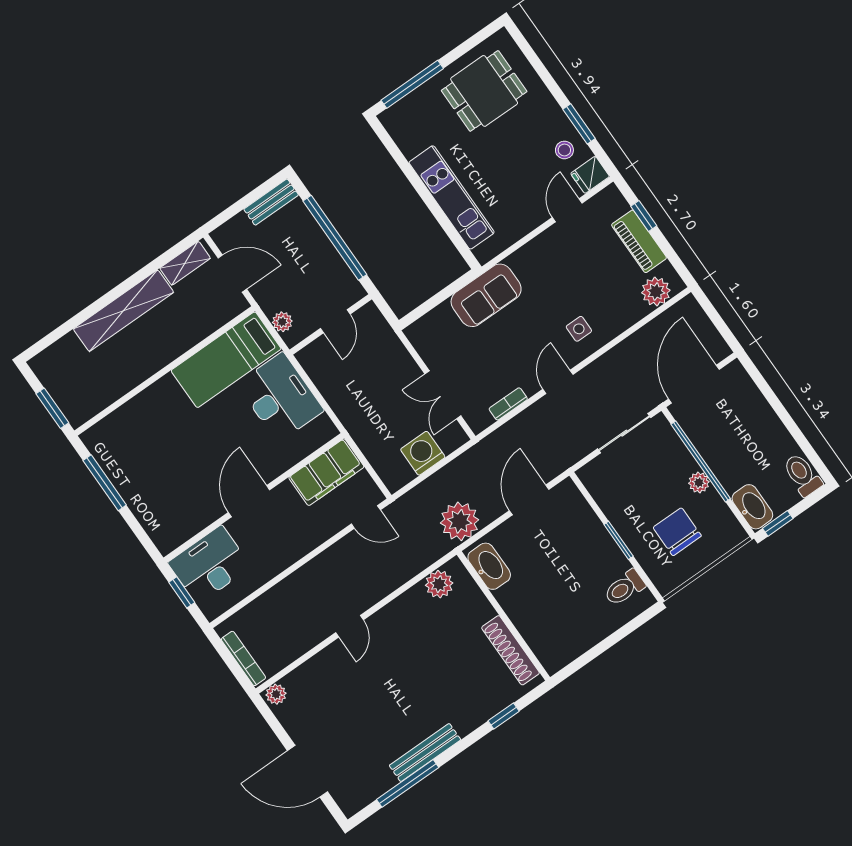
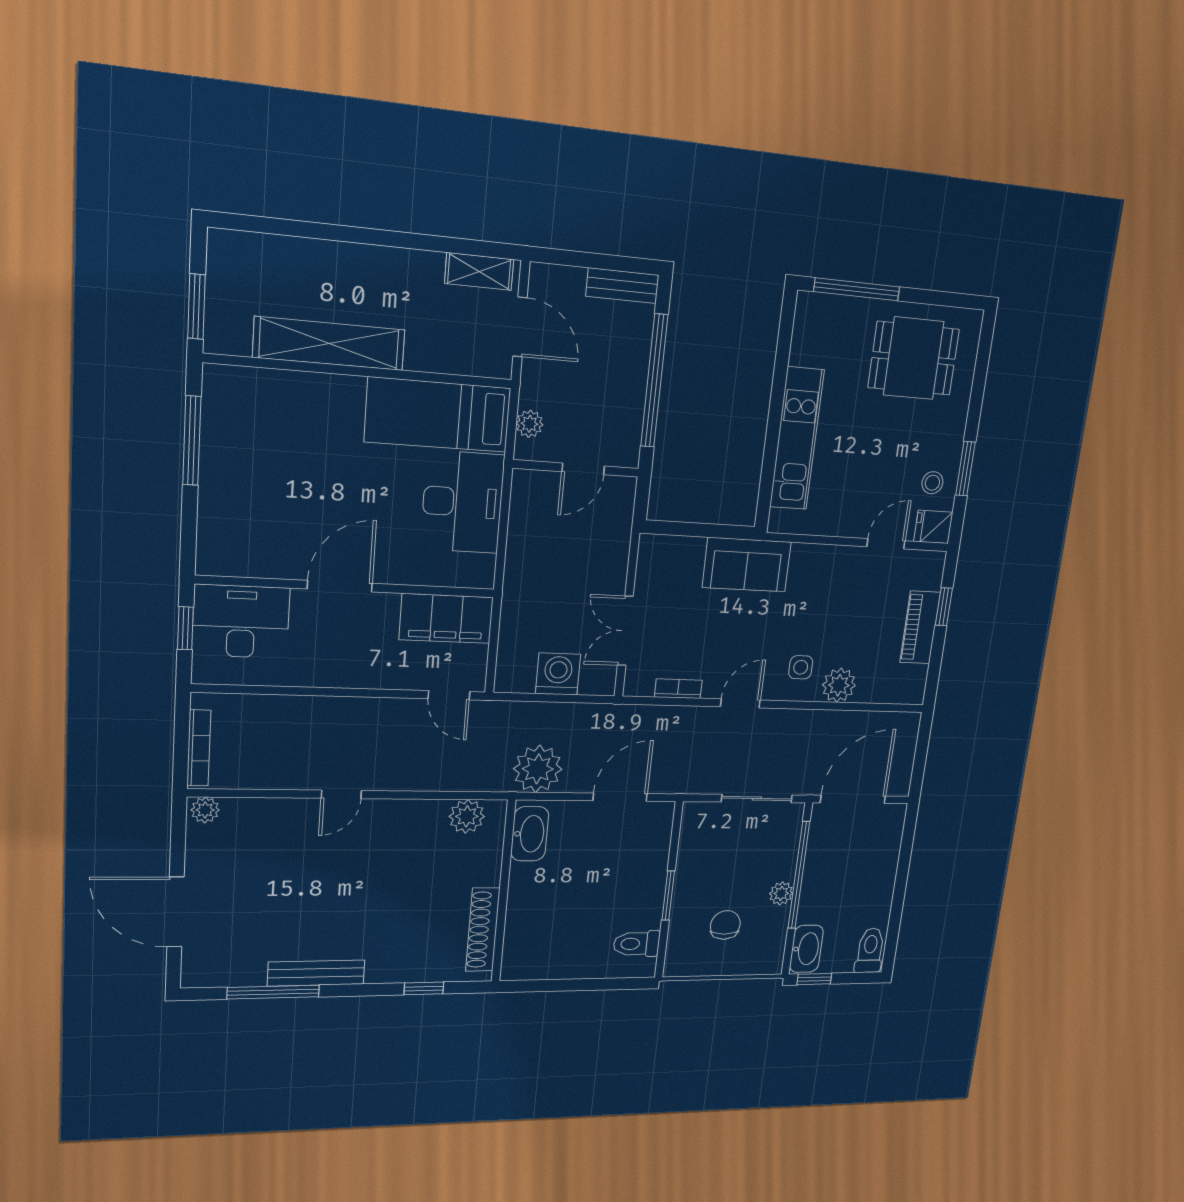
plant: (656, 292) -> (839, 685), moved
shelving: (123, 311) -> (329, 344), moved
chair: (677, 532) -> (725, 925), width x0.73, depth x0.73

